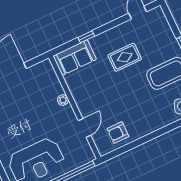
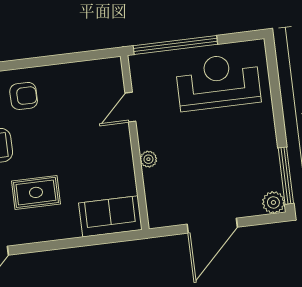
window: (86, 37) -> (83, 242), removed
armchair: (118, 133) -> (24, 96), moved

